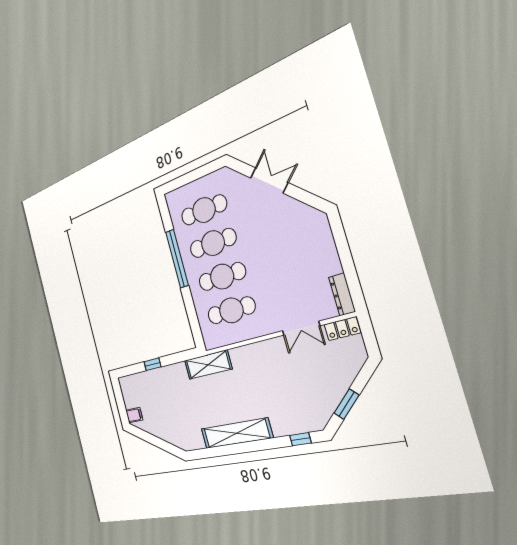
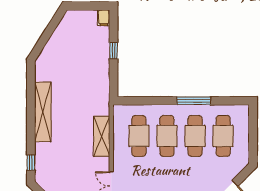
window: (177, 259) -> (194, 101), width x0.68
shelving: (208, 365) -> (102, 136), moved
filing cabinet: (134, 415) -> (104, 18), moved

